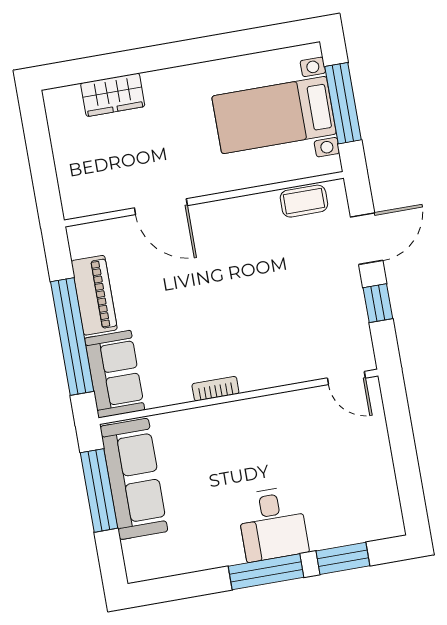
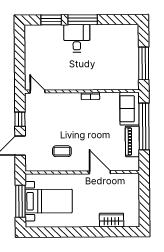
coffee table: (304, 201) -> (62, 151), moved
sofa: (134, 479) -> (129, 66), removed

